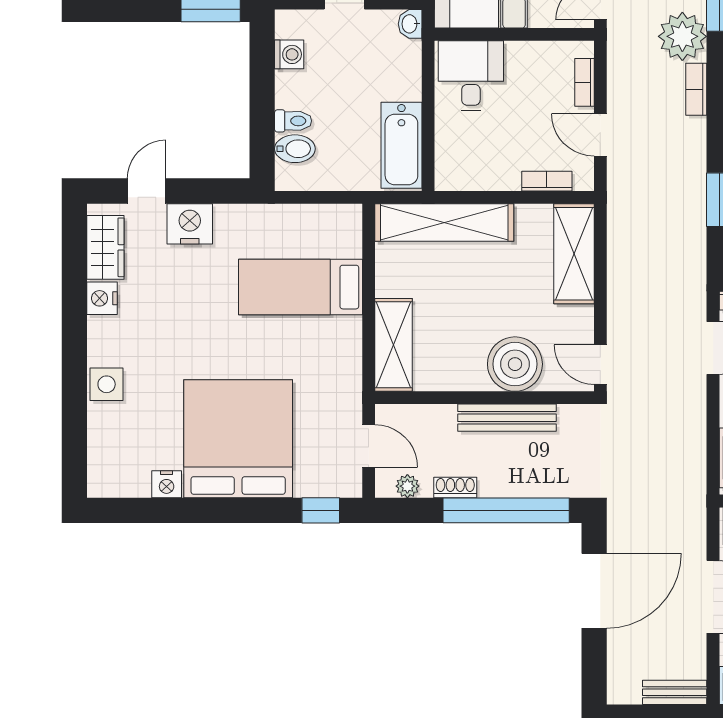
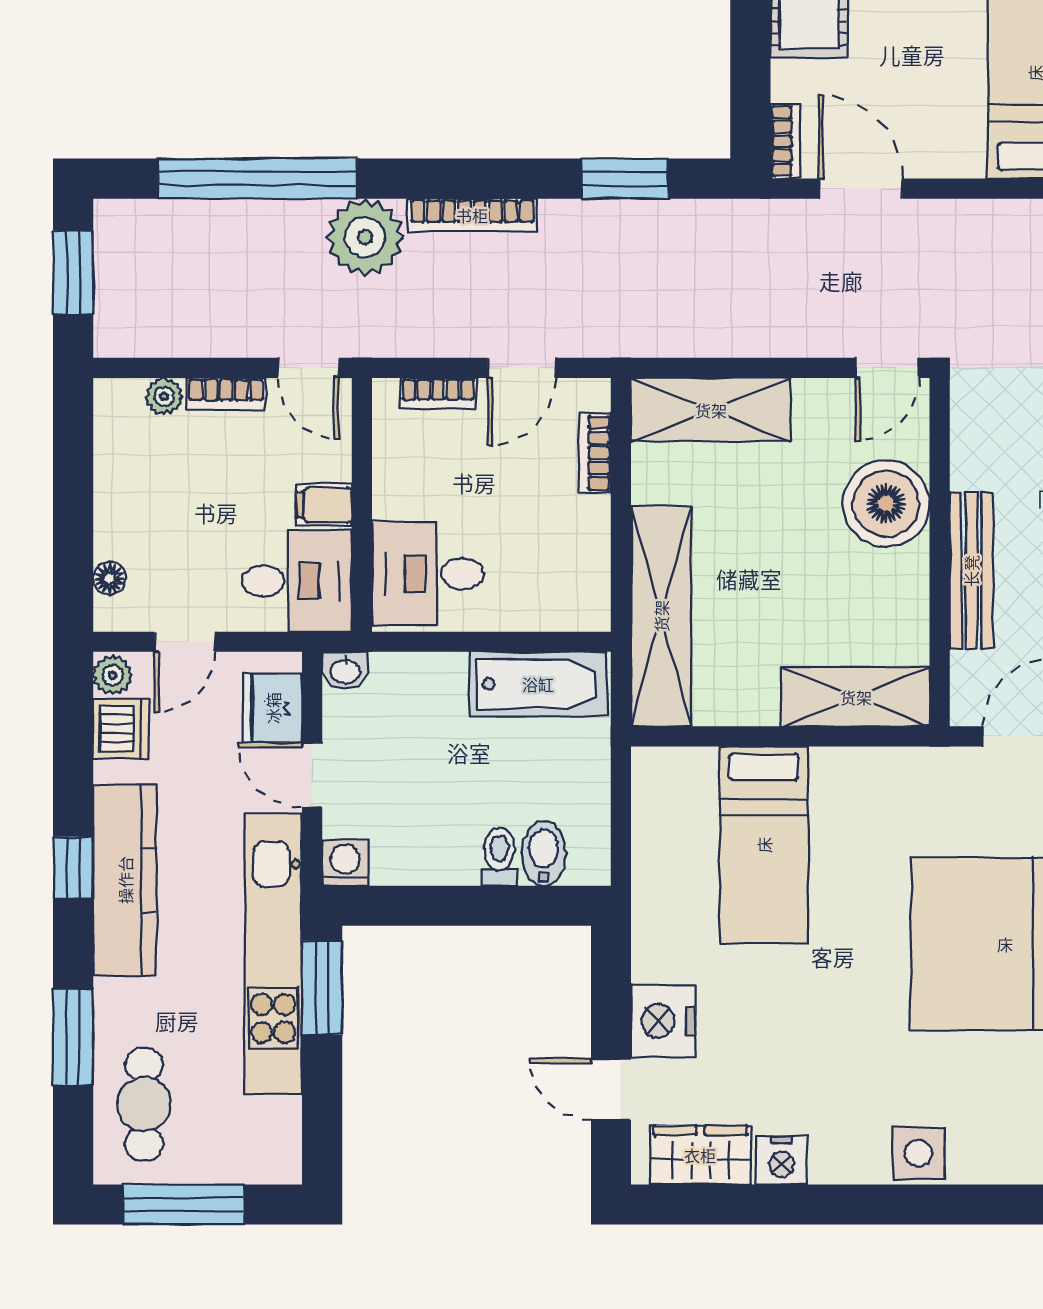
washing machine: (289, 54) -> (345, 863), moved
bookcase: (696, 89) -> (472, 215), width x1.56
bench: (507, 418) -> (971, 571), moved

